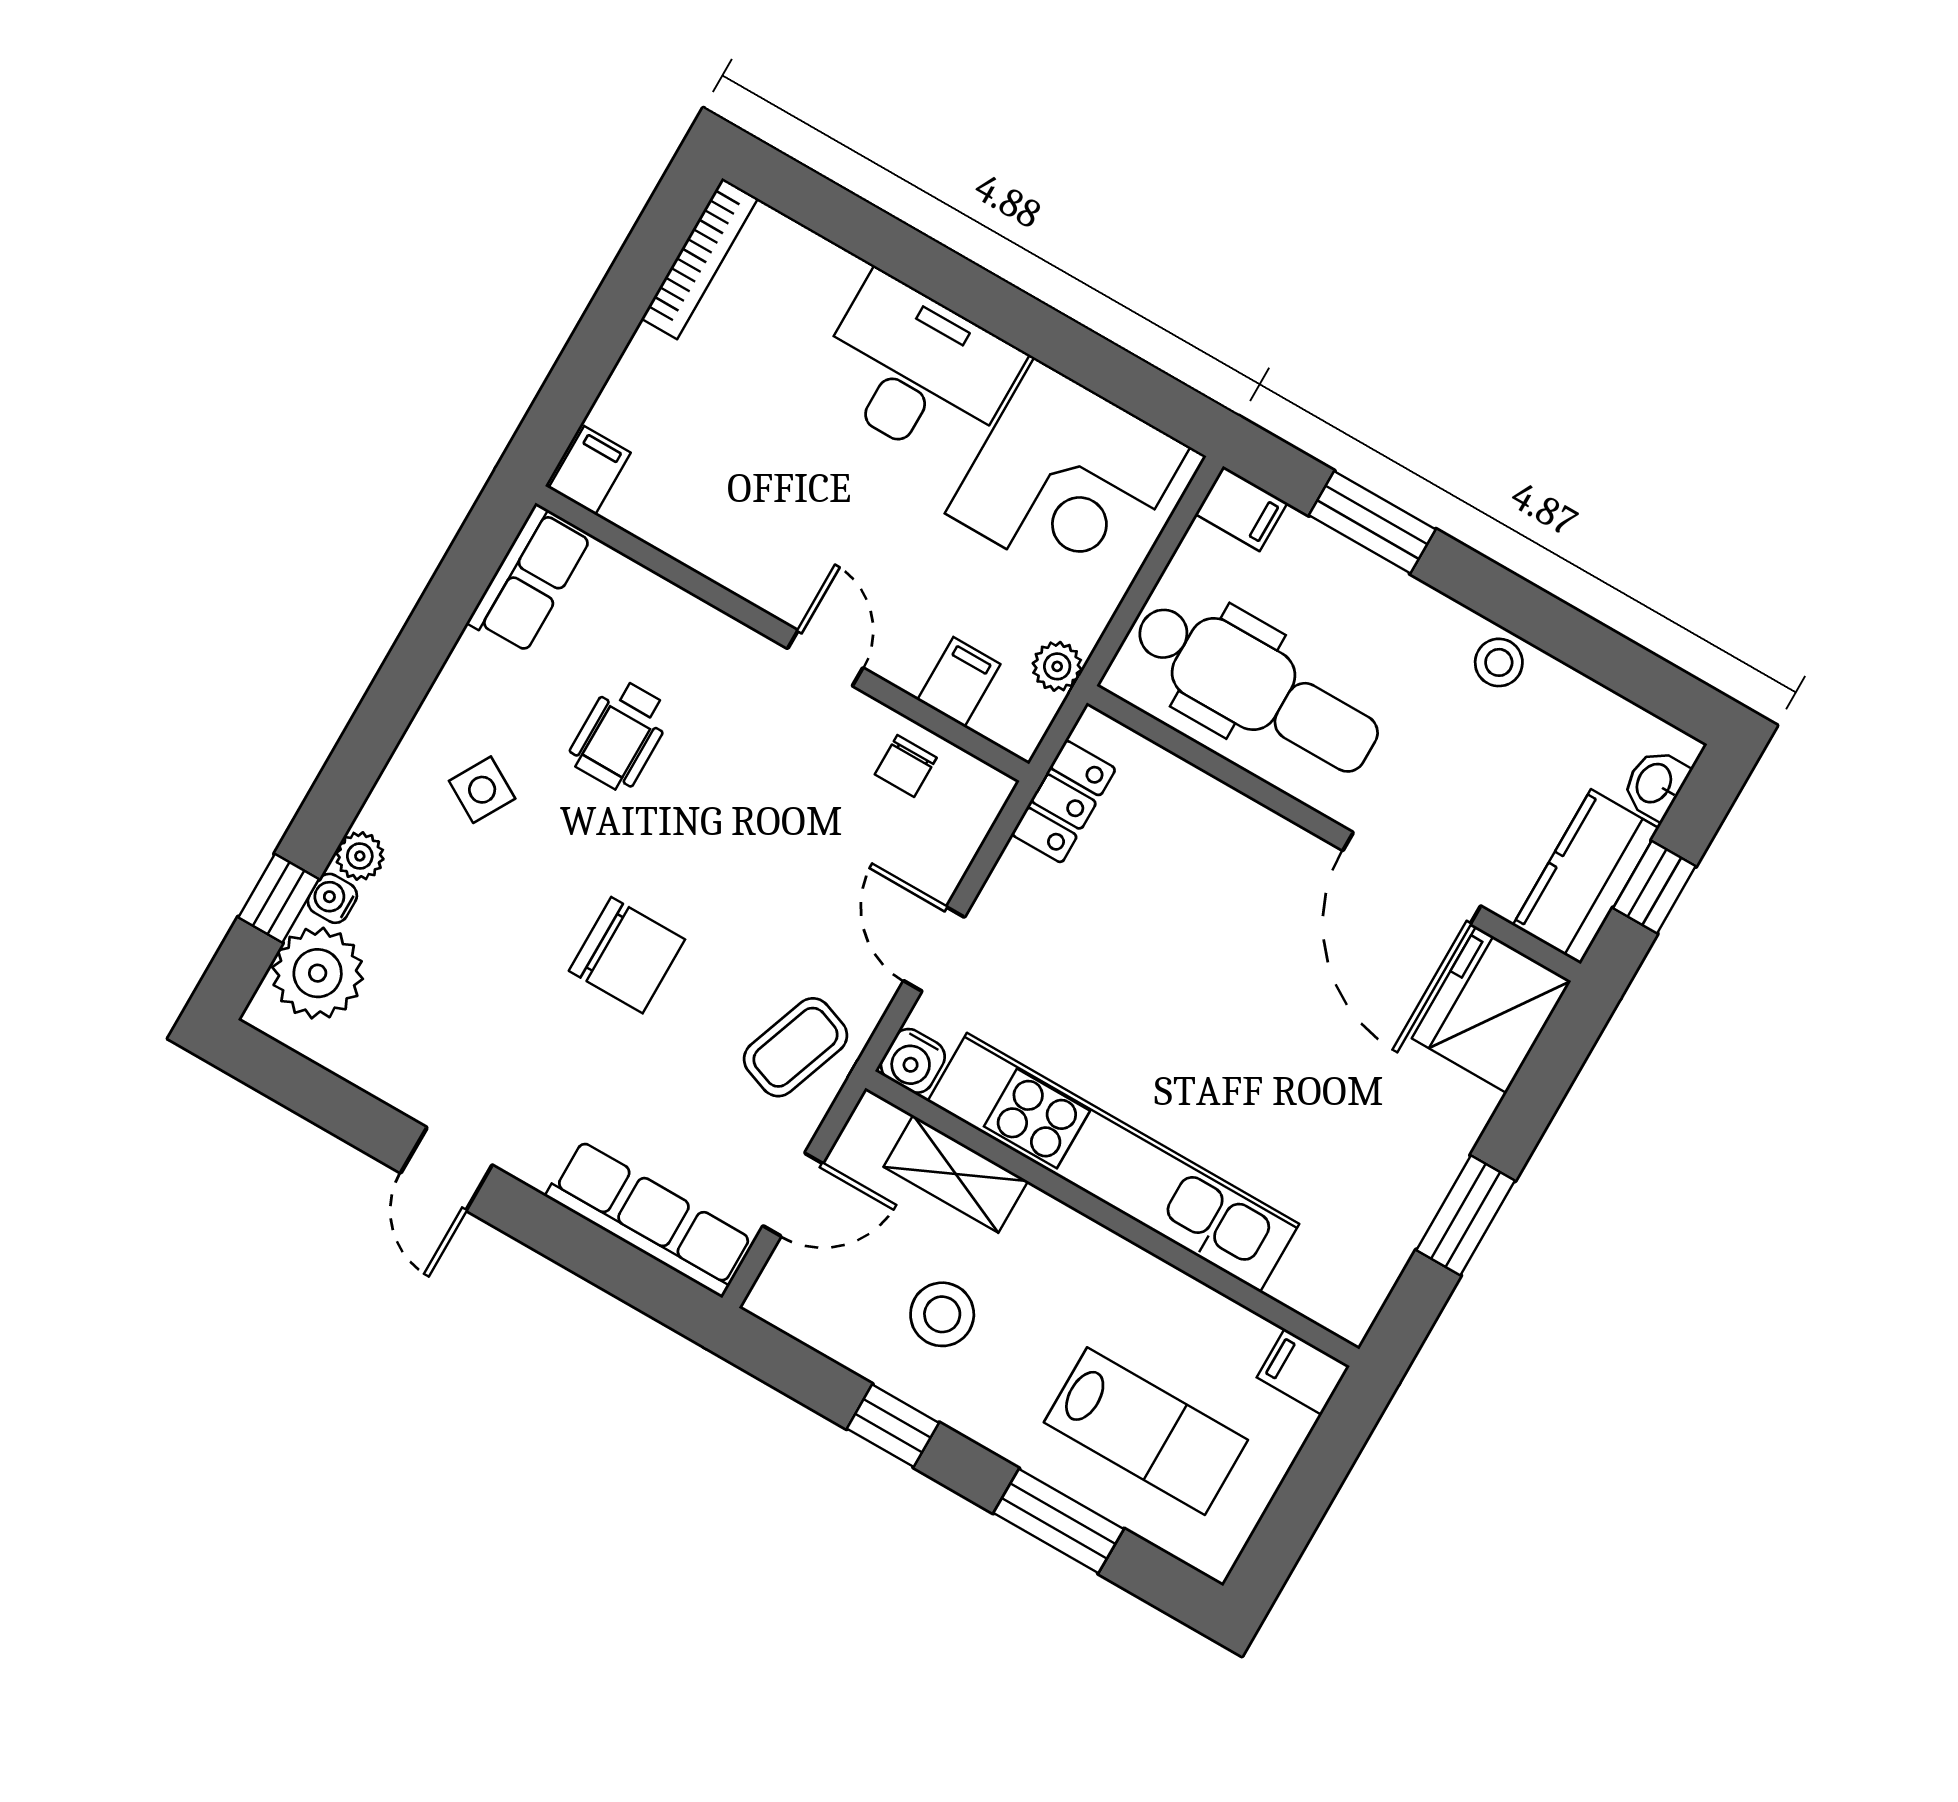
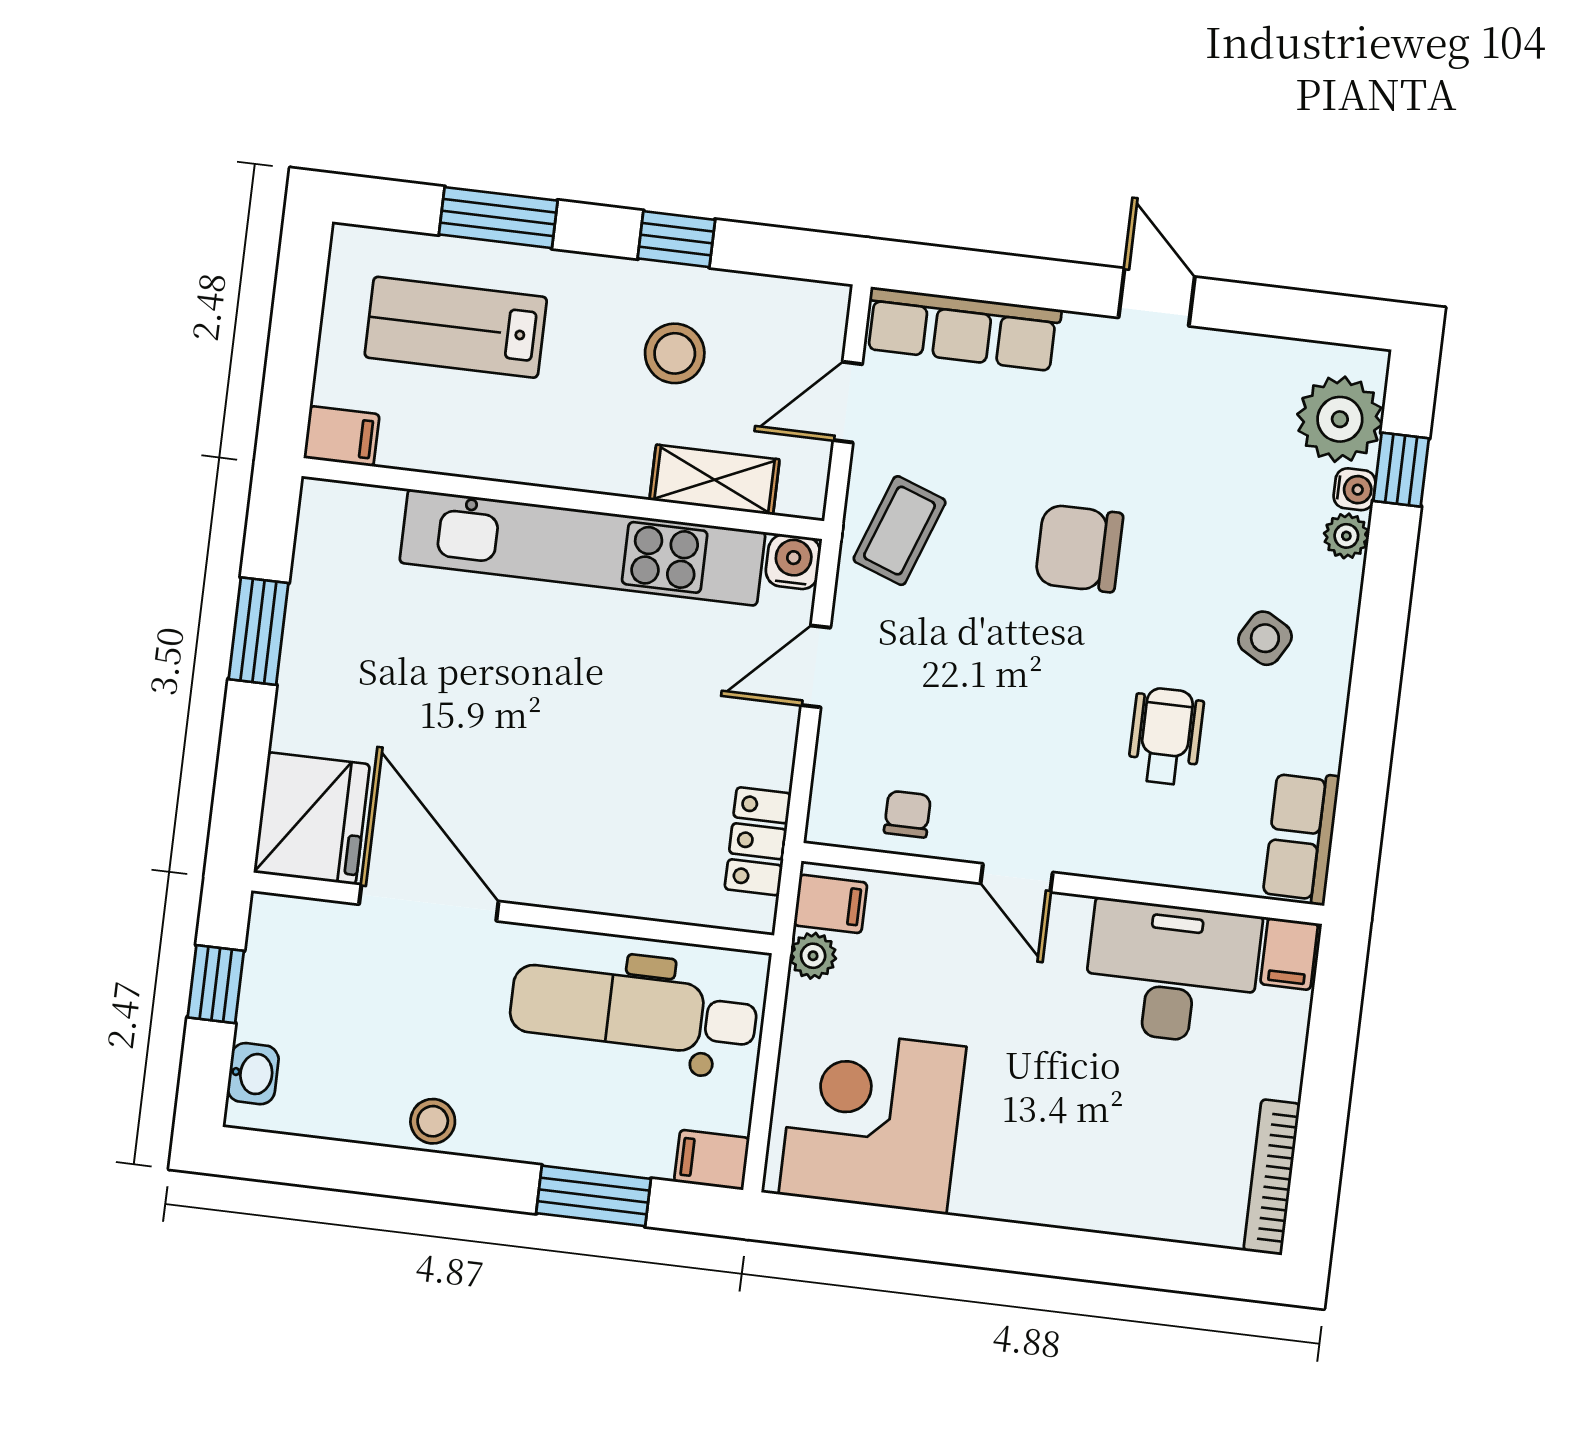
desk: (917, 371) -> (1172, 972), moved, turned 180
filing cabinet: (959, 682) -> (830, 904), moved, turned -90
kitchen counter: (1586, 877) -> (279, 968), removed
door: (934, 949) -> (816, 666), swing flipped

